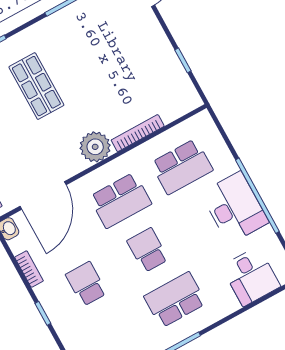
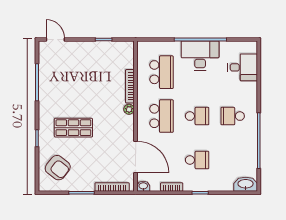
plant: (95, 147) -> (129, 109), width x0.53, depth x0.53
school desk: (148, 250) -> (197, 116), turned 180
school desk: (86, 284) -> (197, 160), turned 180
school desk: (175, 300) -> (233, 116), width x0.54

